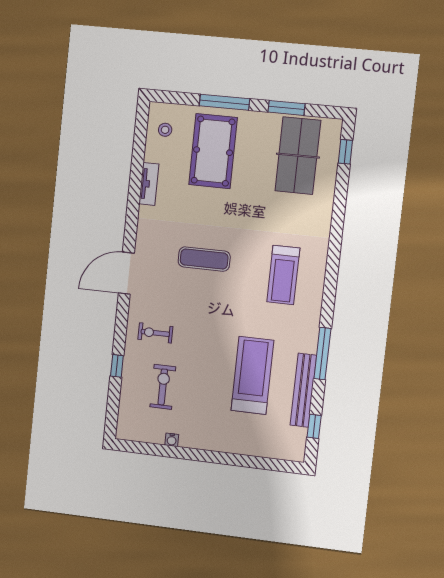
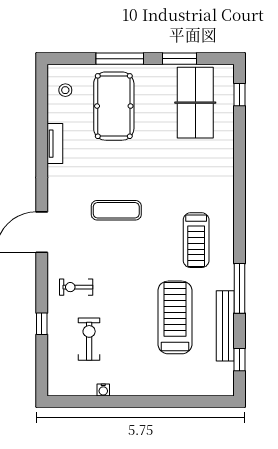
treadmill: (283, 275) -> (196, 240), moved

